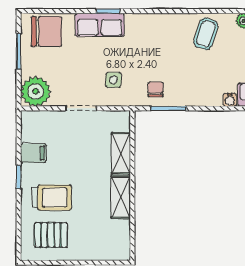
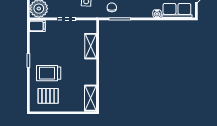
filing cabinet: (33, 153) -> (37, 26), moved
shelving: (121, 197) -> (91, 98), moved
trolley: (52, 198) -> (49, 73), turned 180

